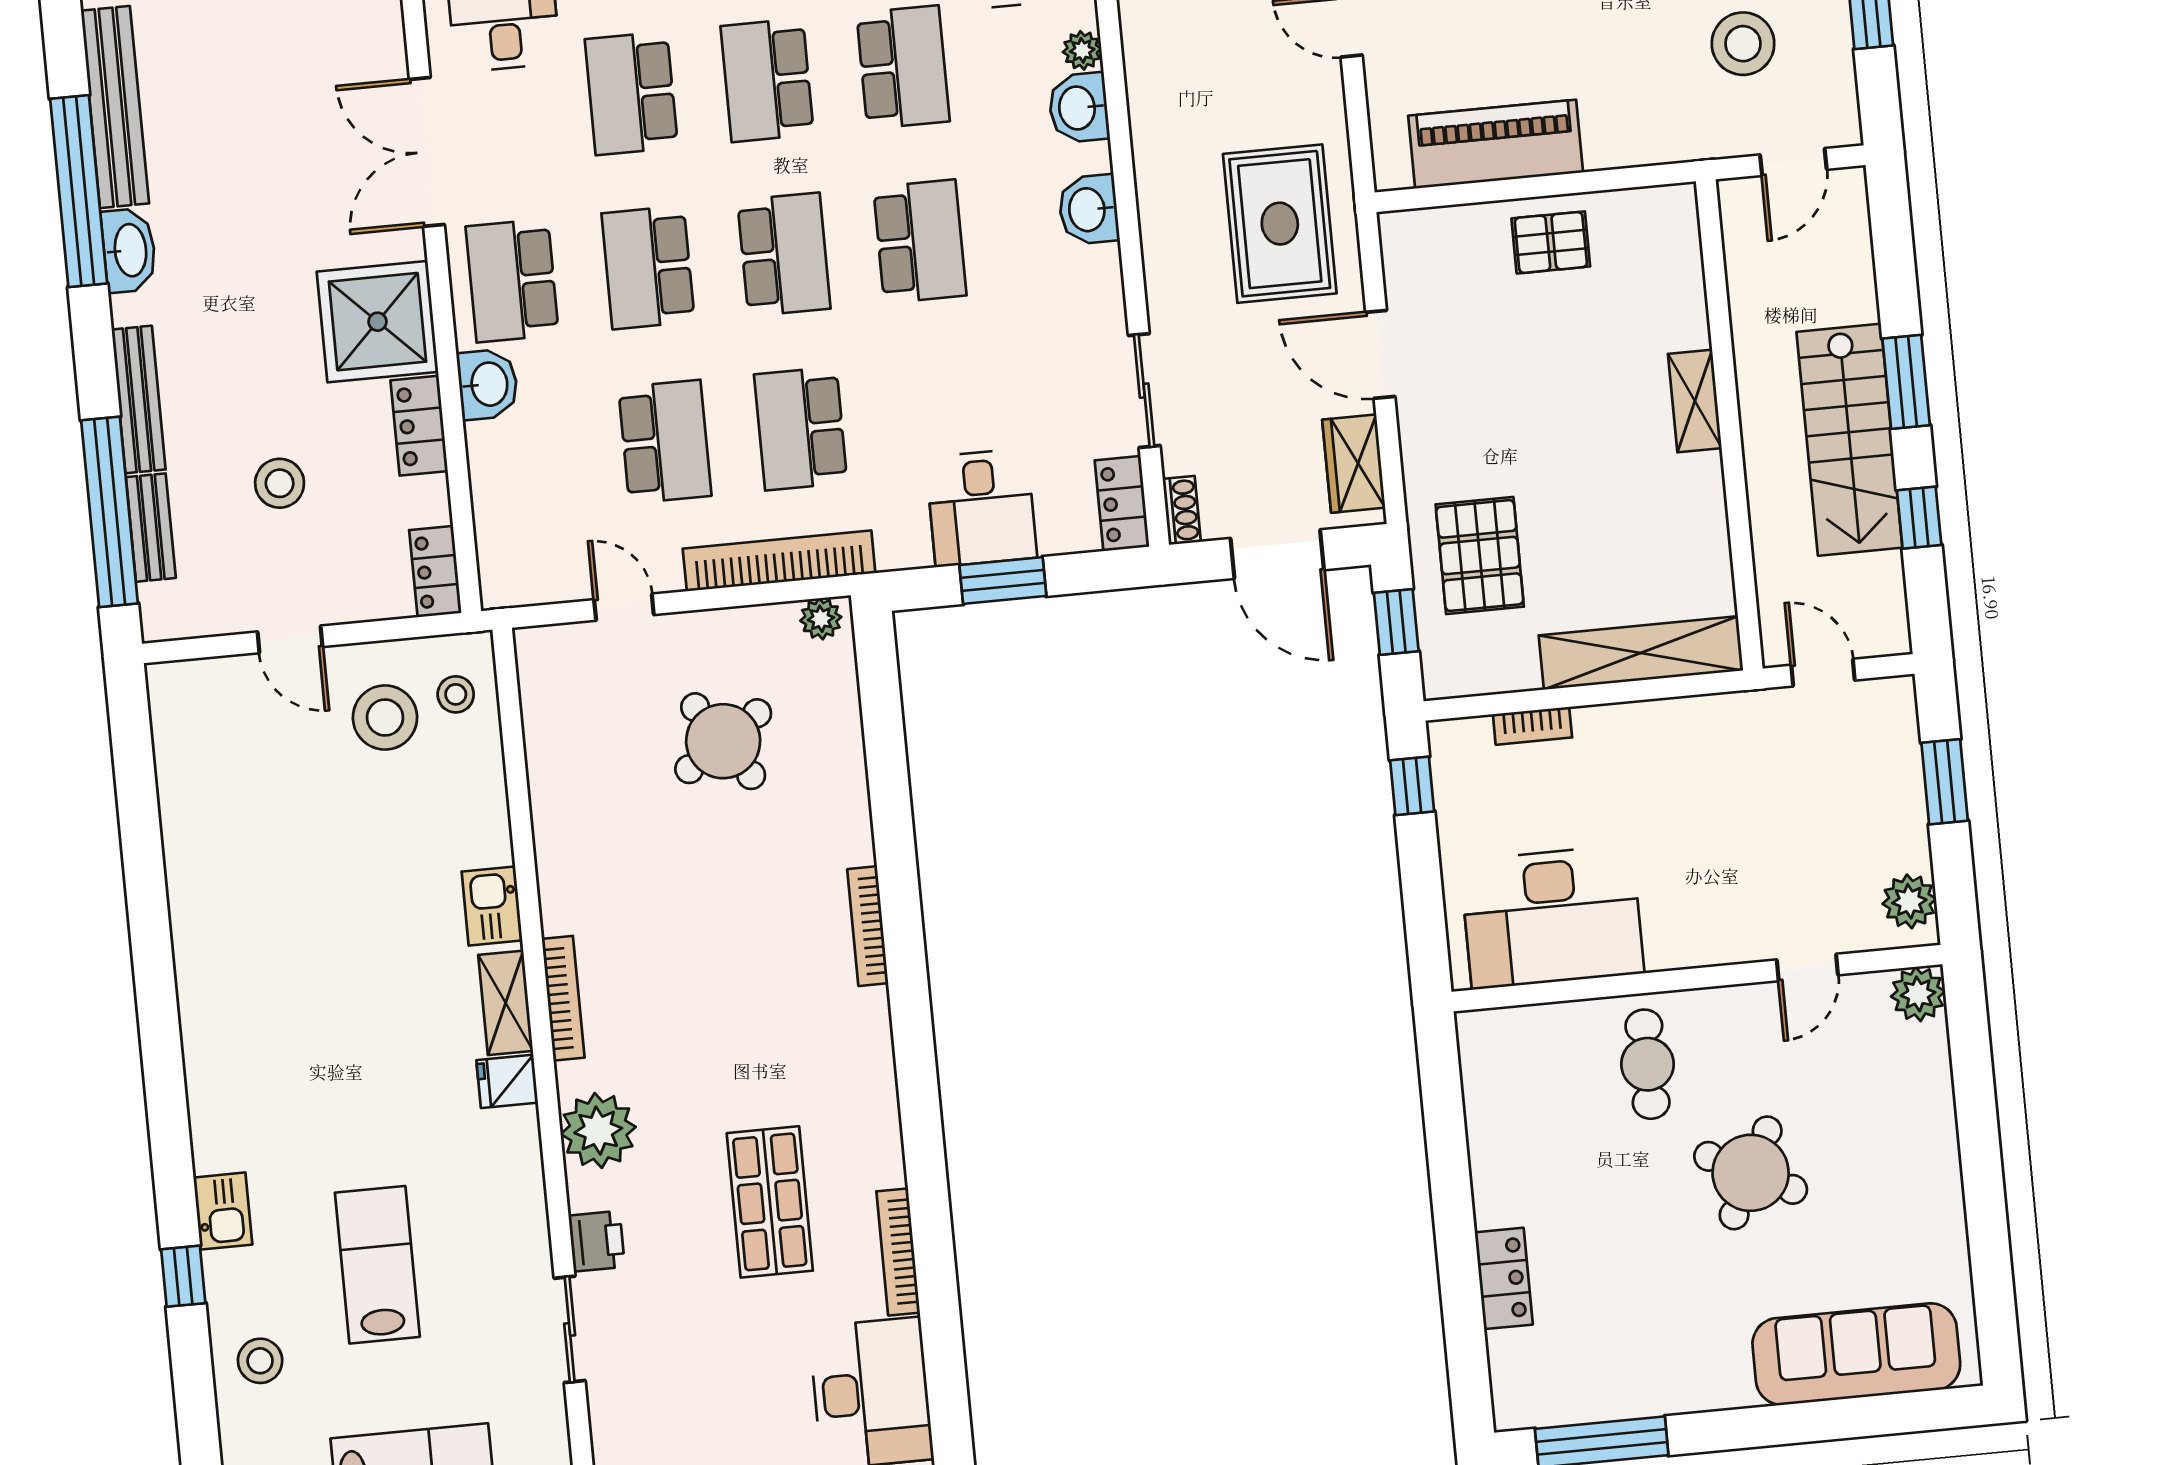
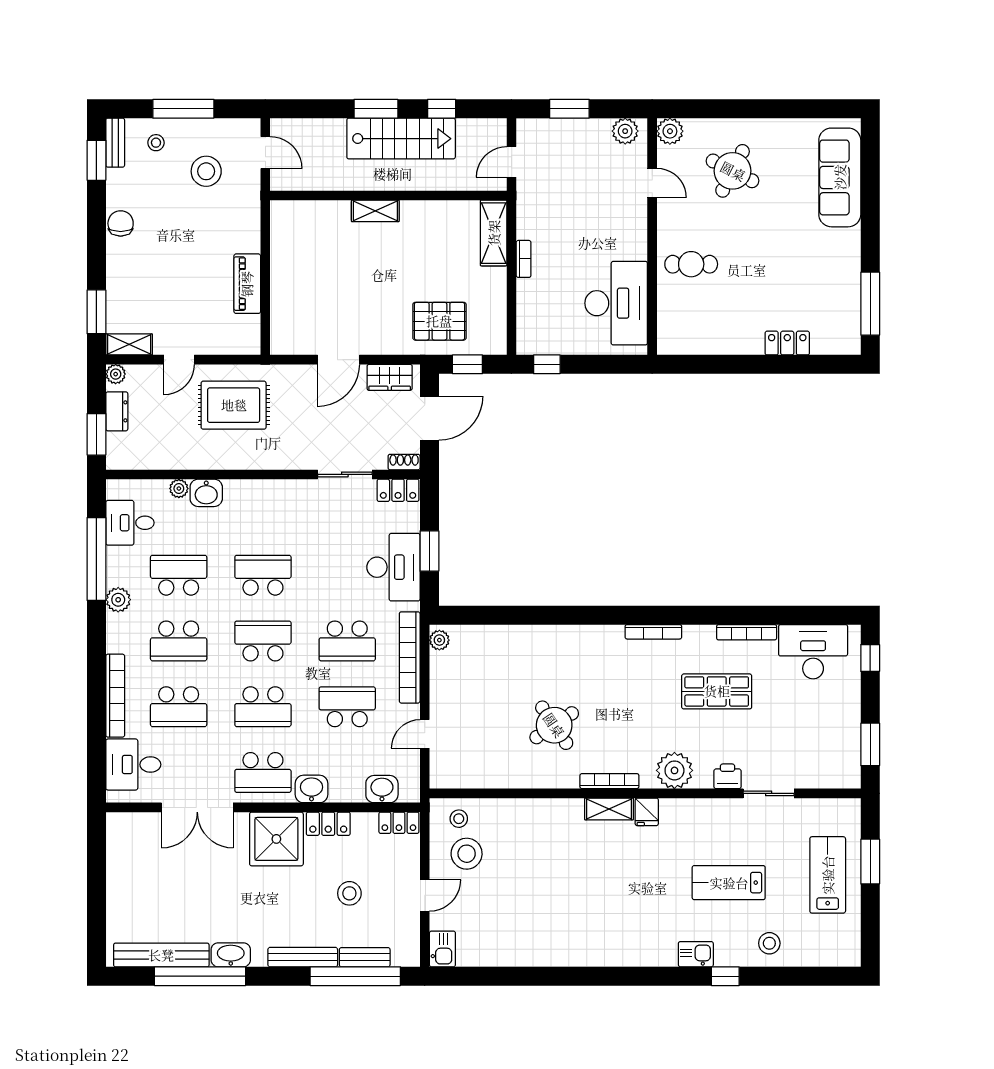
piano: (1496, 144) -> (247, 284), width x0.73, depth x0.75
washbasin: (1089, 210) -> (382, 789), moved, turned 180
rug: (1280, 224) -> (234, 405), moved
pallet: (1551, 242) -> (293, 273), removed
desk: (981, 508) -> (393, 567), width x1.37
shelving: (1641, 653) -> (494, 233), width x0.68
bookcase: (1532, 726) -> (524, 259), moved
round table: (723, 741) -> (554, 725), moved
kitchen sink: (492, 906) -> (442, 949), moved, turned -90
bookcase: (868, 926) -> (653, 632), moved
round table: (1751, 1173) -> (733, 171), moved

